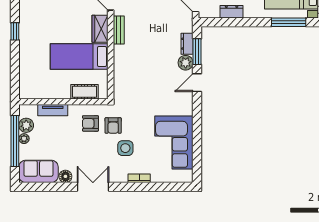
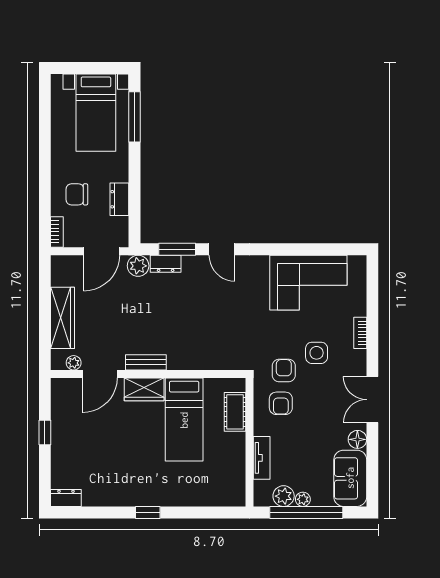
plant: (186, 63) -> (138, 266), moved
armchair: (113, 125) -> (284, 370), turned -90

